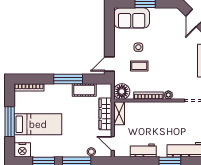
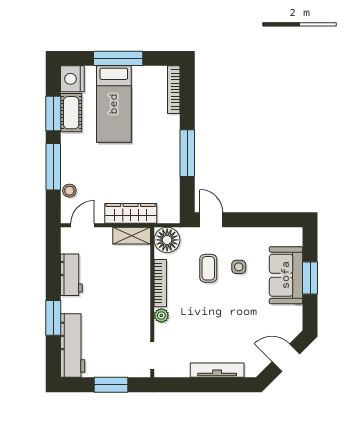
sofa: (132, 18) -> (286, 275), moved
cot: (84, 90) -> (71, 113), moved

